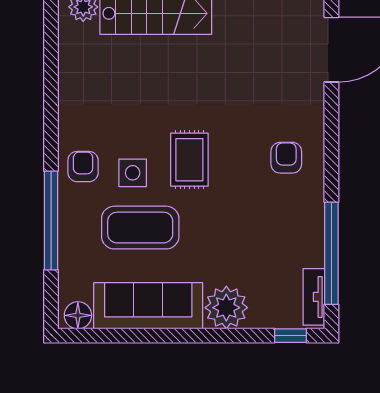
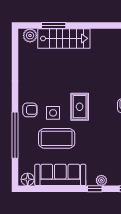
armchair: (83, 167) -> (30, 110), turned 90
plant: (226, 308) -> (101, 180), width x0.53, depth x0.53
window: (222, 336) -> (95, 189), added

